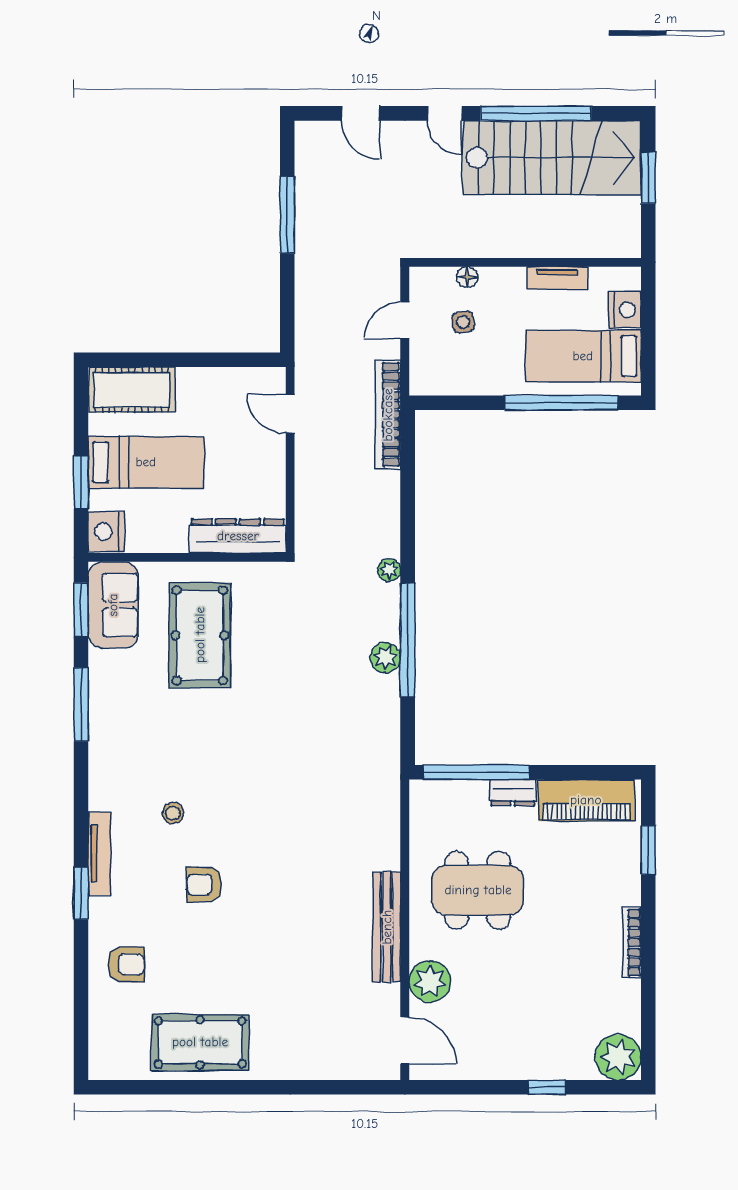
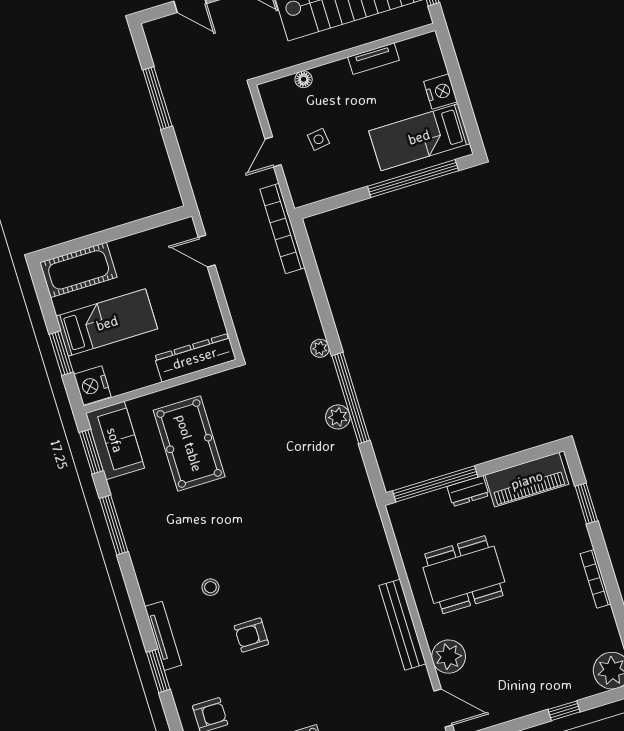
wall: (525, 262) -> (345, 54), moved
floor lamp: (467, 277) -> (304, 79), moved
tv unit: (557, 278) -> (374, 59), moved

